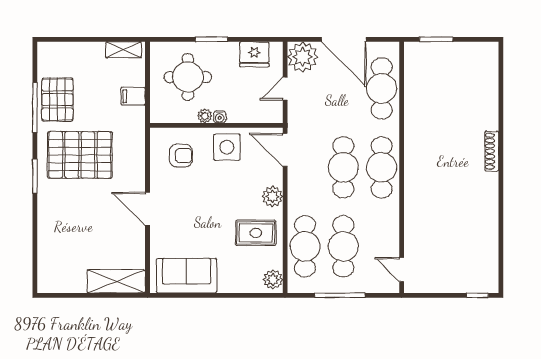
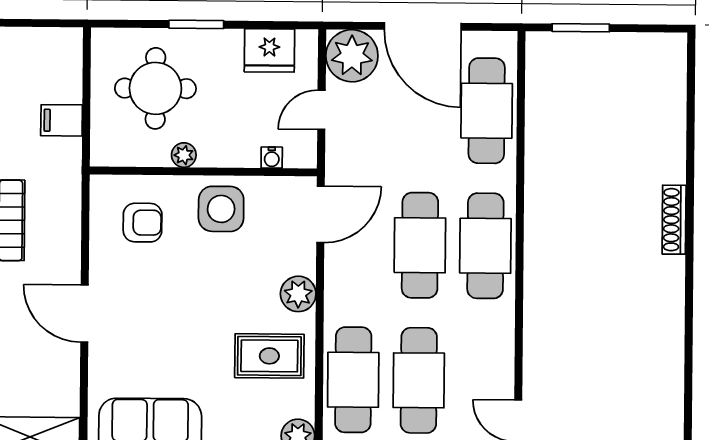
shelving: (124, 50) -> (46, 41), removed
water cooler: (220, 117) -> (272, 158), moved
door: (285, 150) -> (321, 214), swing flipped

